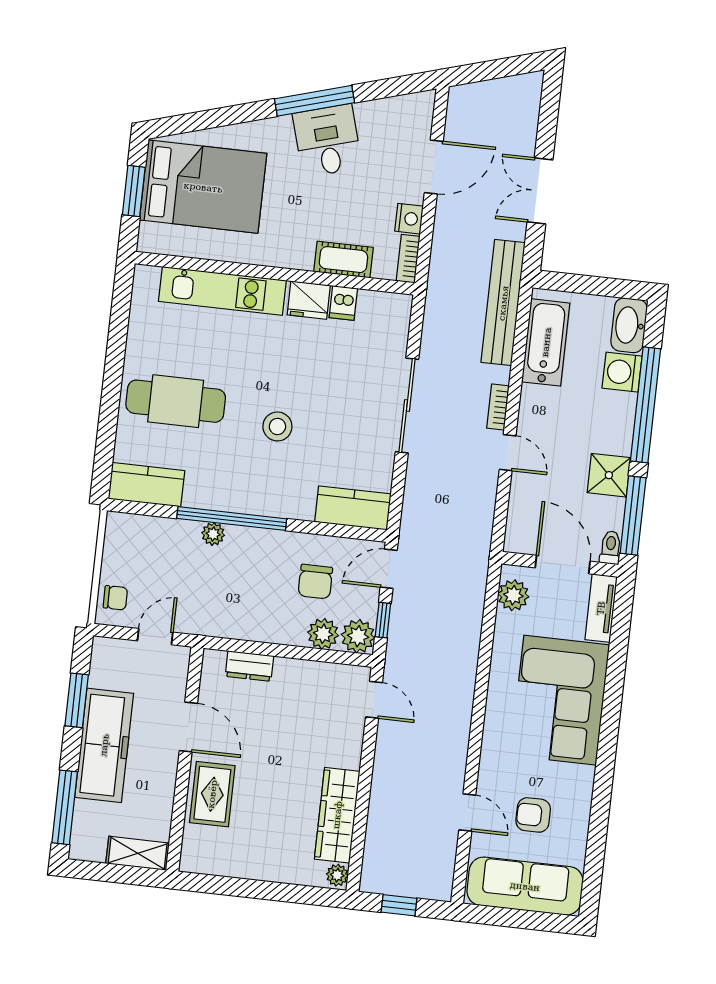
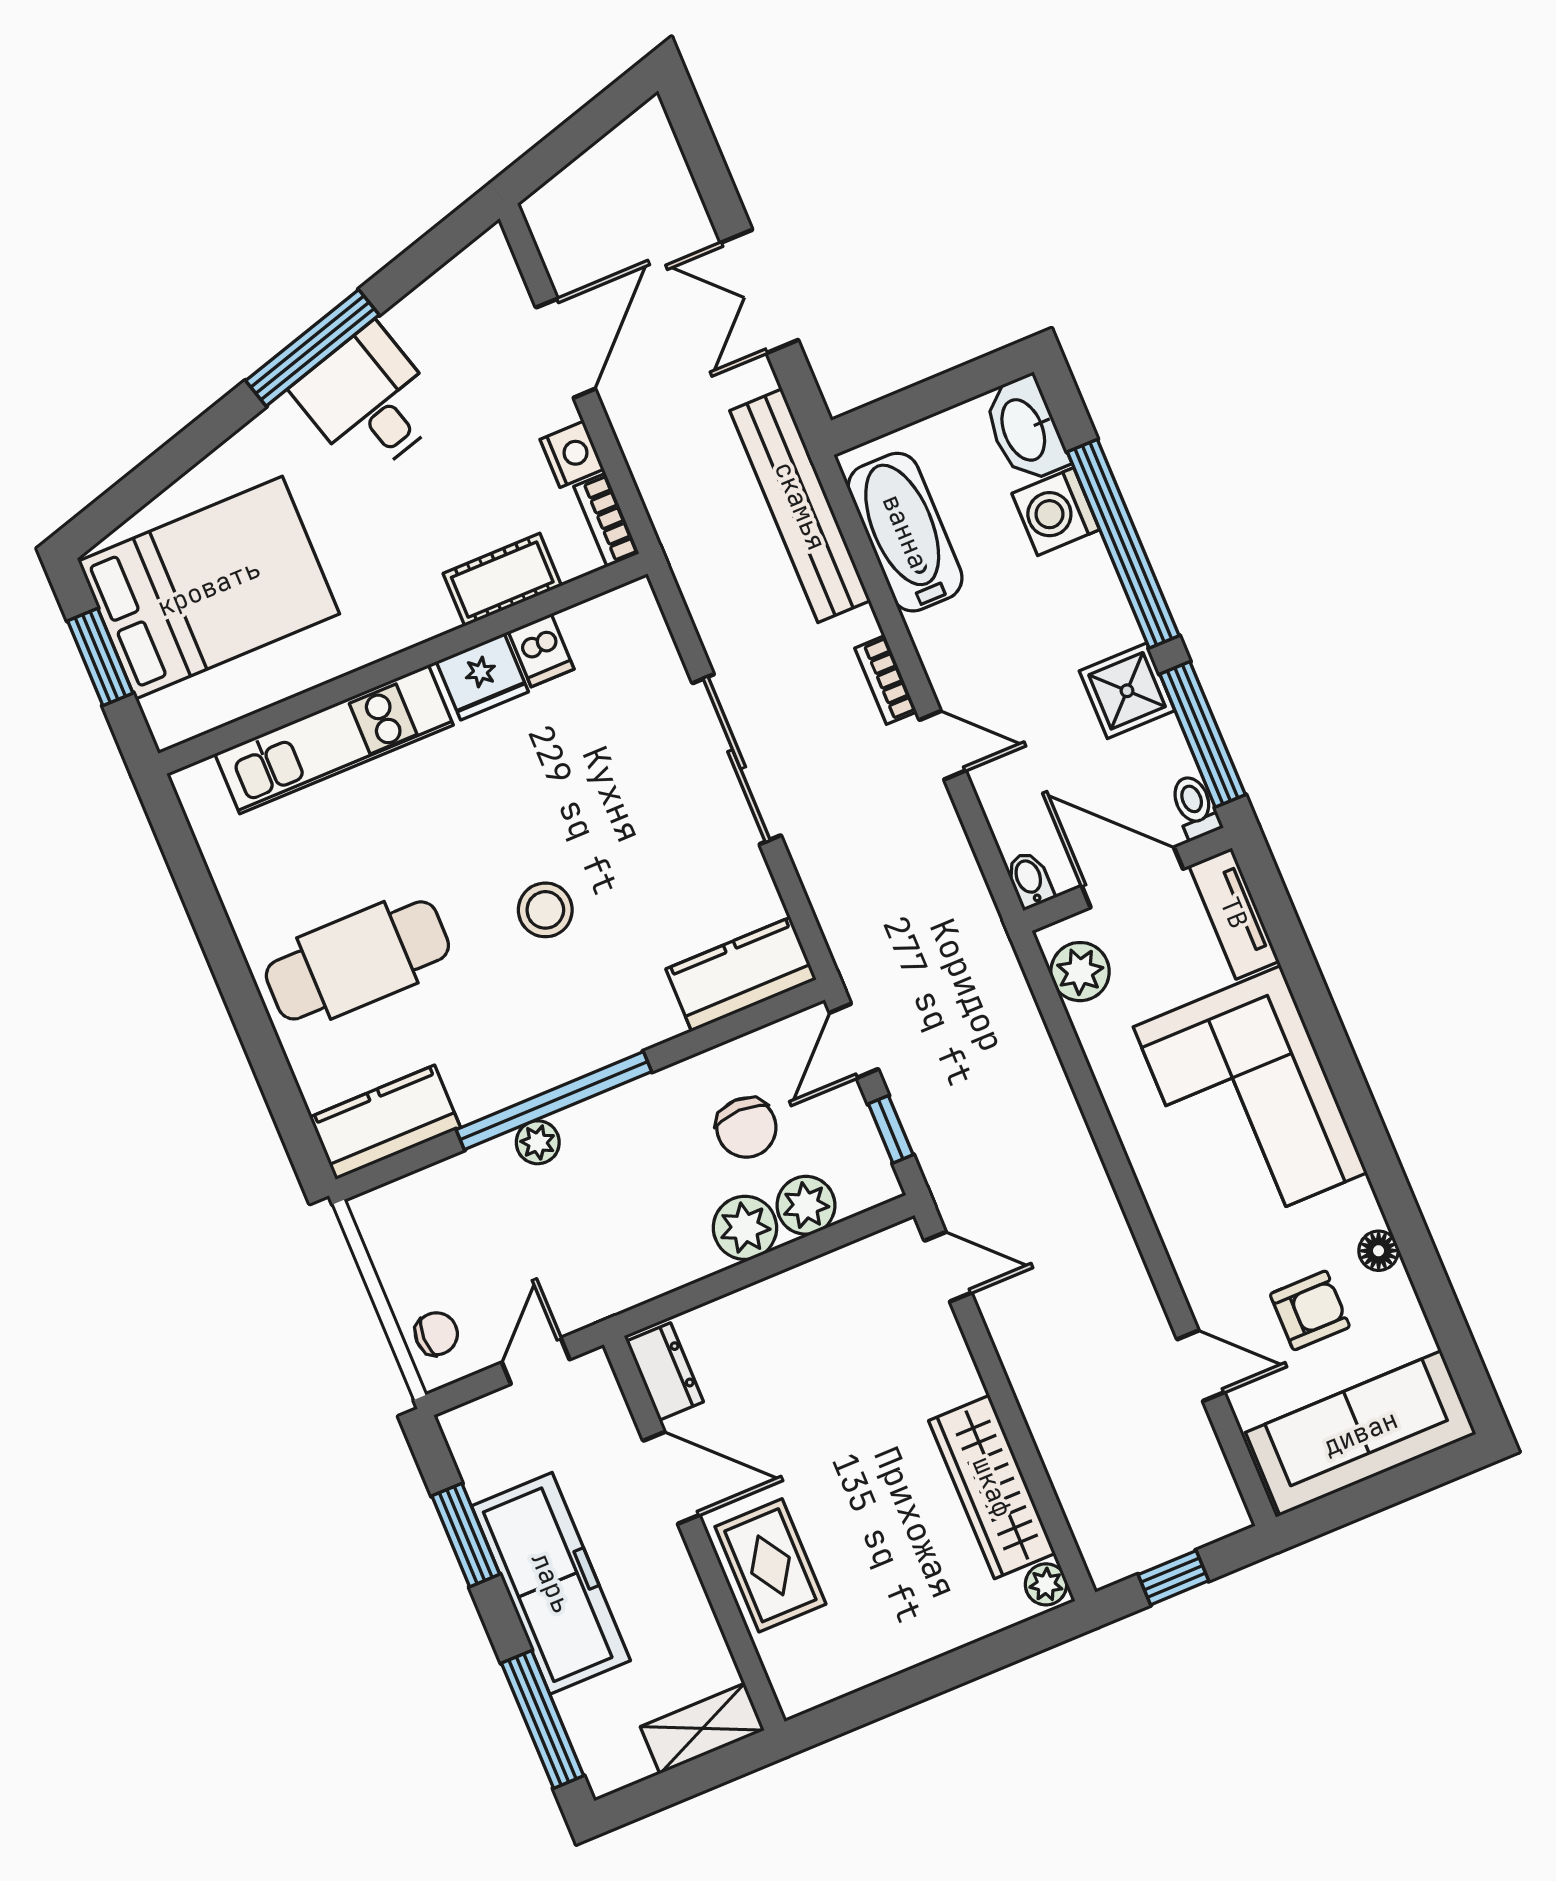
bidet: (514, 539) -> (1030, 880), added
plant: (358, 636) -> (745, 1228), moved
dresser: (249, 666) -> (665, 1372), moved, turned -90
floor lamp: (581, 805) -> (1379, 1251), added
armchair: (533, 815) -> (1310, 1310), turned 180

